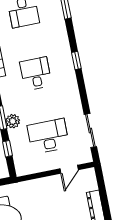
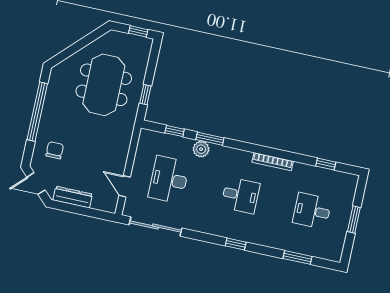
sliding door: (90, 131) -> (156, 227), width x1.37
desk: (48, 136) -> (169, 180), turned 180

